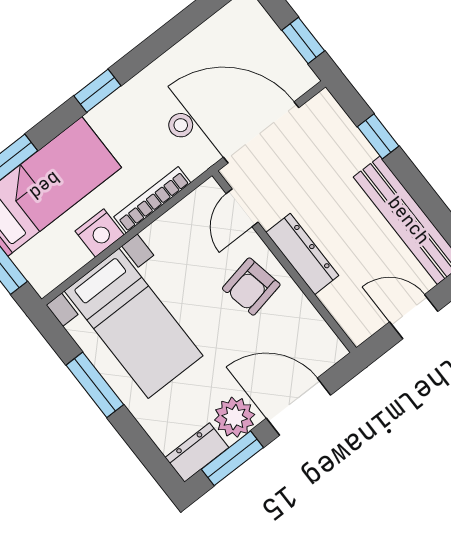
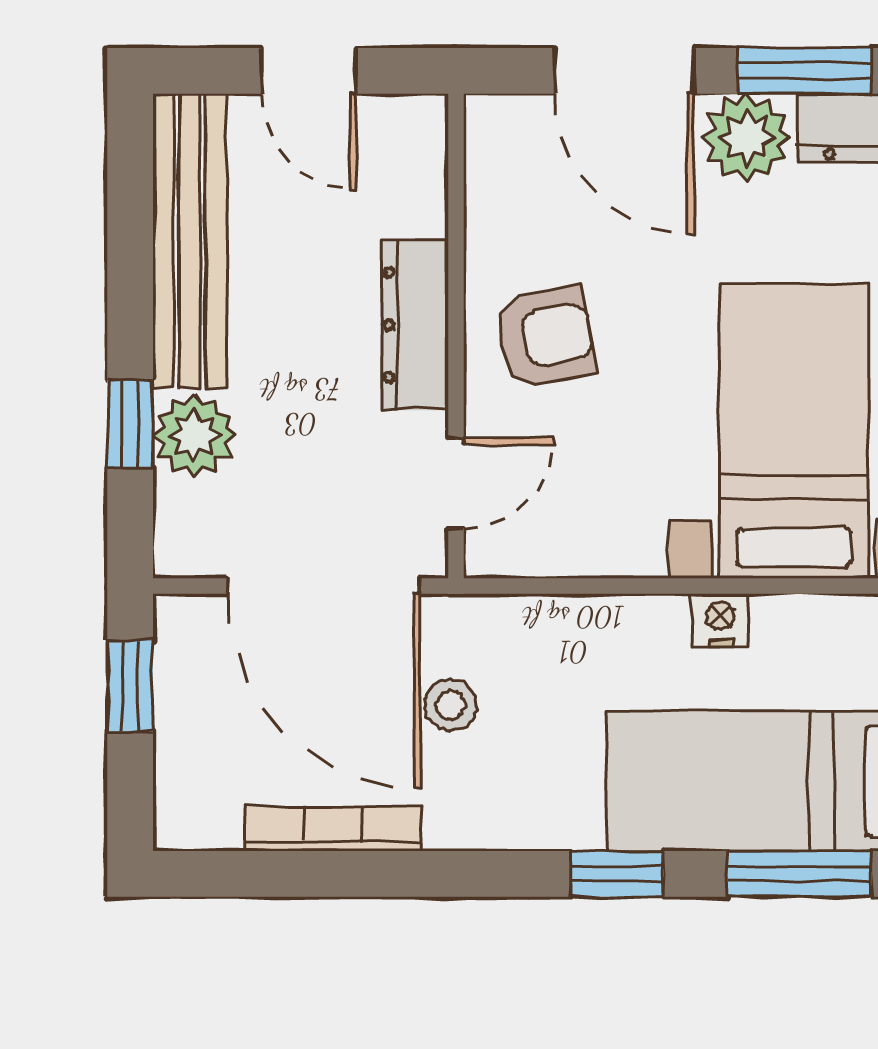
window: (97, 91) -> (617, 874), moved
plant: (351, 150) -> (194, 436), added
bookcase: (152, 200) -> (333, 829), moved, turned 180
nightstand: (100, 233) -> (720, 620), width x0.72, depth x0.74

